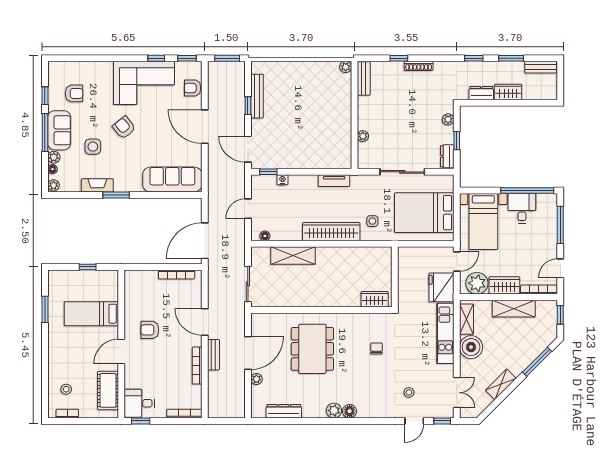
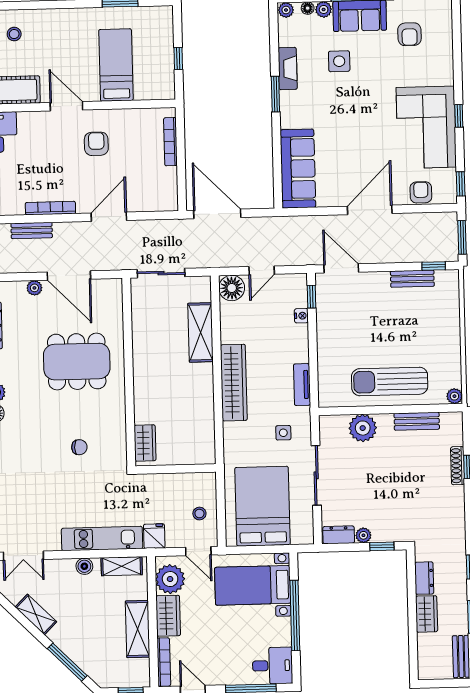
window: (156, 58) -> (459, 116), moved
shoe rack: (419, 66) -> (458, 466), moved
bench: (364, 78) -> (417, 421), moved
bench: (257, 96) -> (412, 279), width x0.73
window: (248, 106) -> (434, 266), moved
sun lounger: (333, 115) -> (390, 381), added
plant: (448, 119) -> (363, 535), moved
armchair: (124, 127) -> (366, 102), removed
plant: (363, 136) -> (363, 428), width x1.87, depth x1.87
window: (457, 141) -> (382, 546), moved
door: (248, 149) -> (341, 268), hinge flipped
window: (527, 191) -> (295, 615), moved
desk: (522, 208) -> (273, 666), moved
door: (248, 209) -> (262, 270), swing flipped
side table: (372, 221) -> (283, 433), moved
floor lamp: (265, 236) -> (232, 288), width x1.89, depth x1.89
bookcase: (177, 274) -> (170, 142), moved
fridge: (441, 287) -> (154, 536), width x0.53, depth x0.75
boiler: (471, 347) -> (84, 566), width x0.54, depth x0.54
bench: (213, 355) -> (32, 230), moved
stool: (409, 392) -> (199, 514), moved

